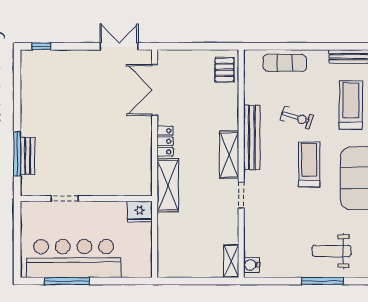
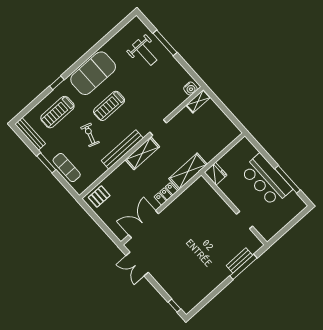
window: (309, 46) -> (46, 163), added
double door: (155, 90) -> (143, 224), swing flipped
bar counter: (74, 259) -> (266, 180), width x0.73

